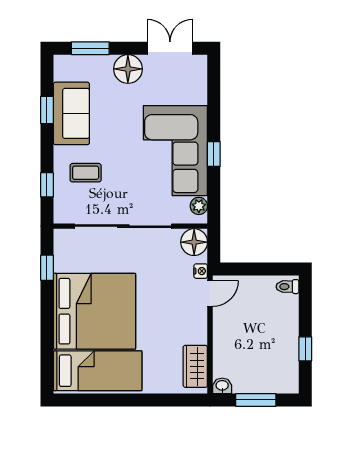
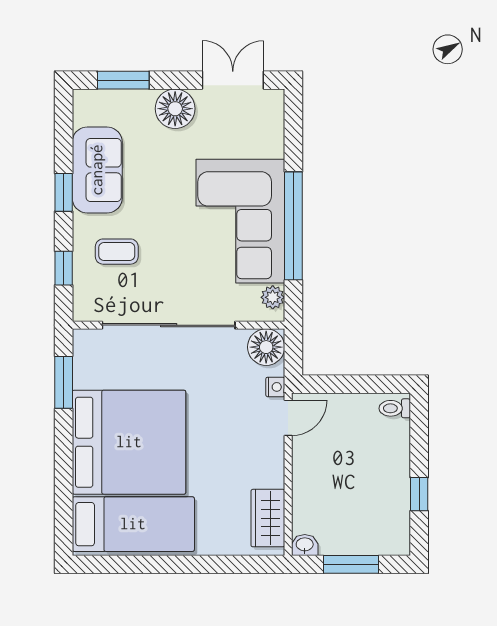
window: (47, 110) -> (64, 192), moved
window: (214, 154) -> (293, 226), width x3.17
window: (47, 268) -> (64, 382), width x1.50

